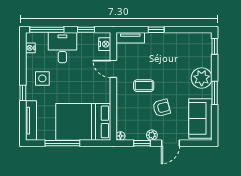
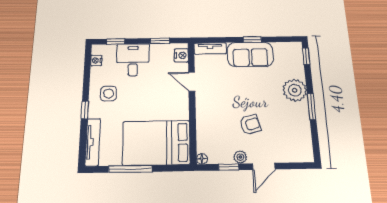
window: (47, 30) -> (116, 41), width x0.46
window: (156, 30) -> (252, 40), moved
coffee table: (144, 86) -> (228, 100), removed
sofa: (200, 118) -> (250, 54), moved, turned -90

